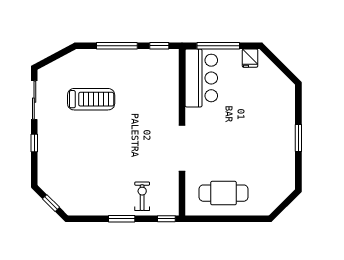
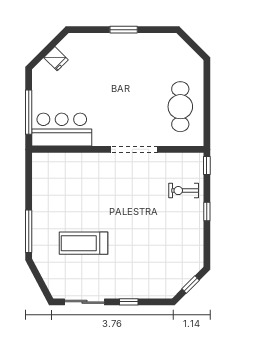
window: (117, 46) -> (29, 231), moved
window: (159, 46) -> (29, 173), removed
fridge: (250, 58) -> (56, 59), moved, turned 45
treadmill: (91, 99) -> (84, 243), turned -90
window: (122, 219) -> (207, 212), width x0.67

